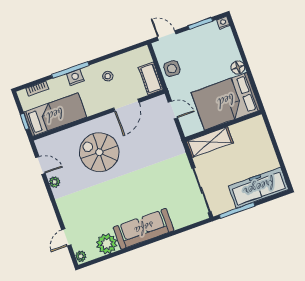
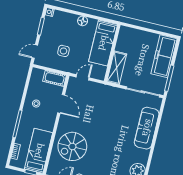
side table: (172, 69) -> (63, 51), moved
nightstand: (75, 77) -> (24, 124), removed
bed: (226, 101) -> (103, 43), width x0.67
spiral stairs: (99, 152) -> (72, 146), moved
sofa: (144, 229) -> (147, 128), moved

